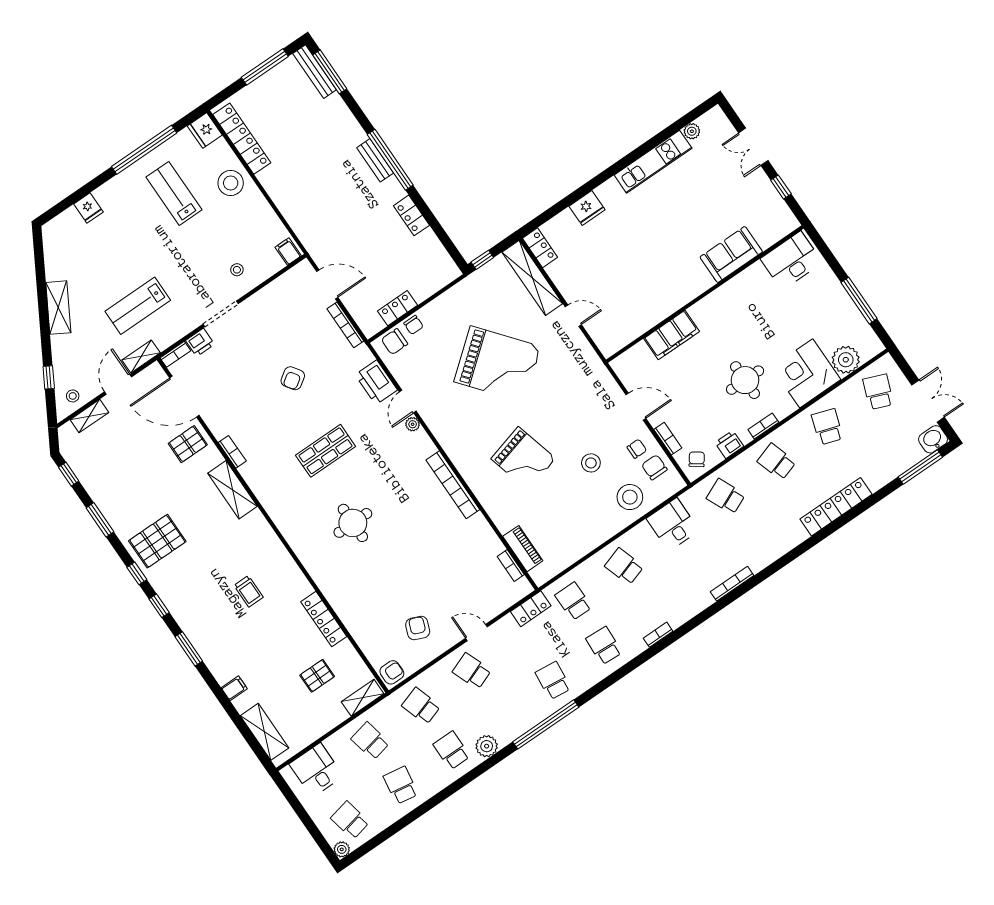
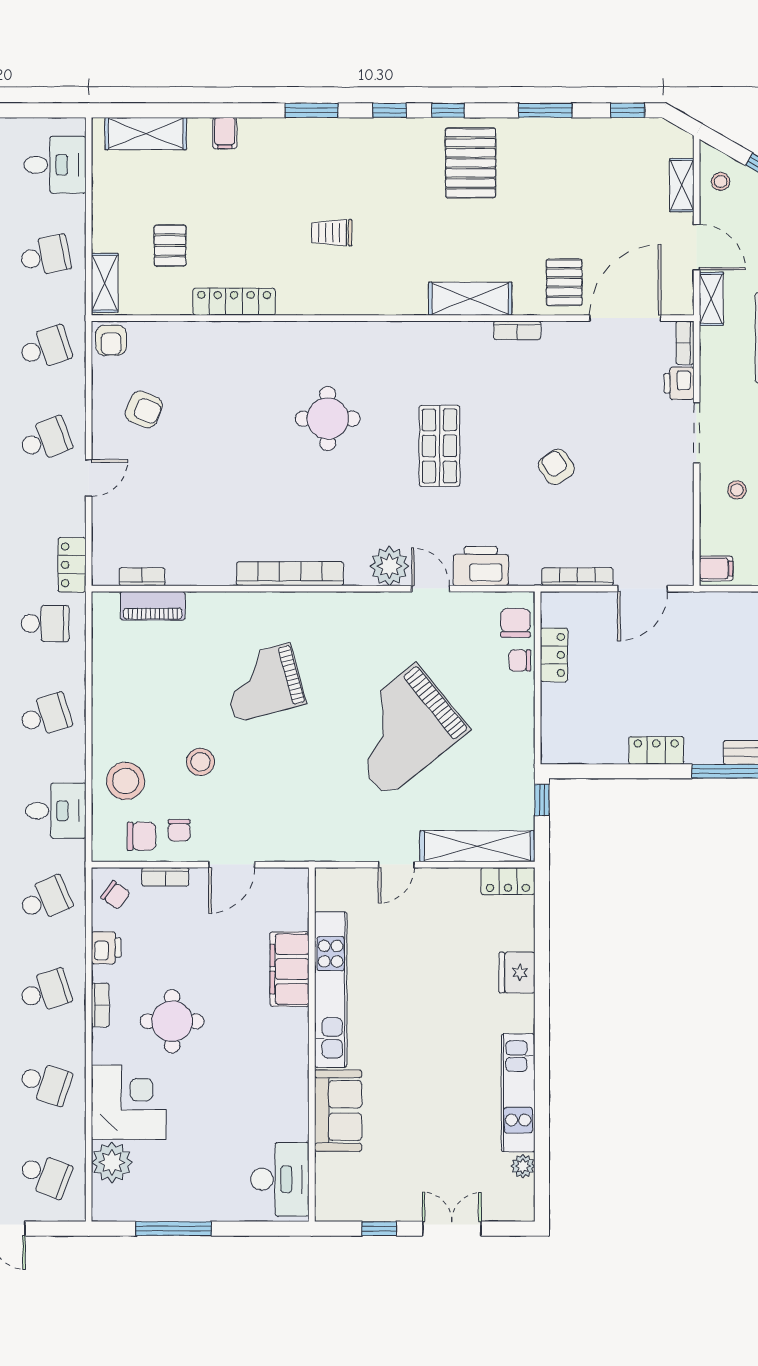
kitchen unit: (667, 305) -> (331, 990), added
plant: (413, 424) -> (389, 566), width x1.87, depth x1.87

